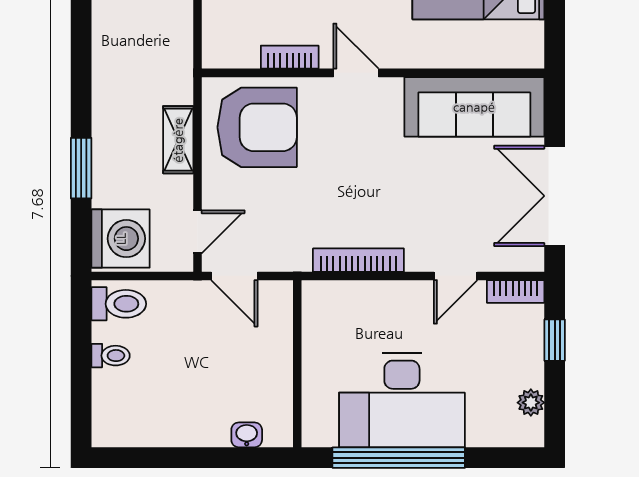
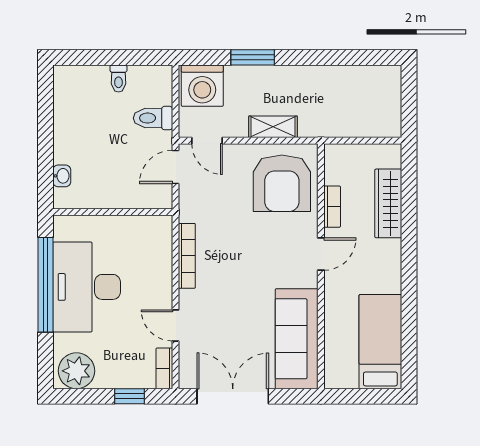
toilet: (119, 304) -> (153, 118), moved, turned 90
plant: (531, 403) -> (76, 371), width x1.88, depth x1.88

